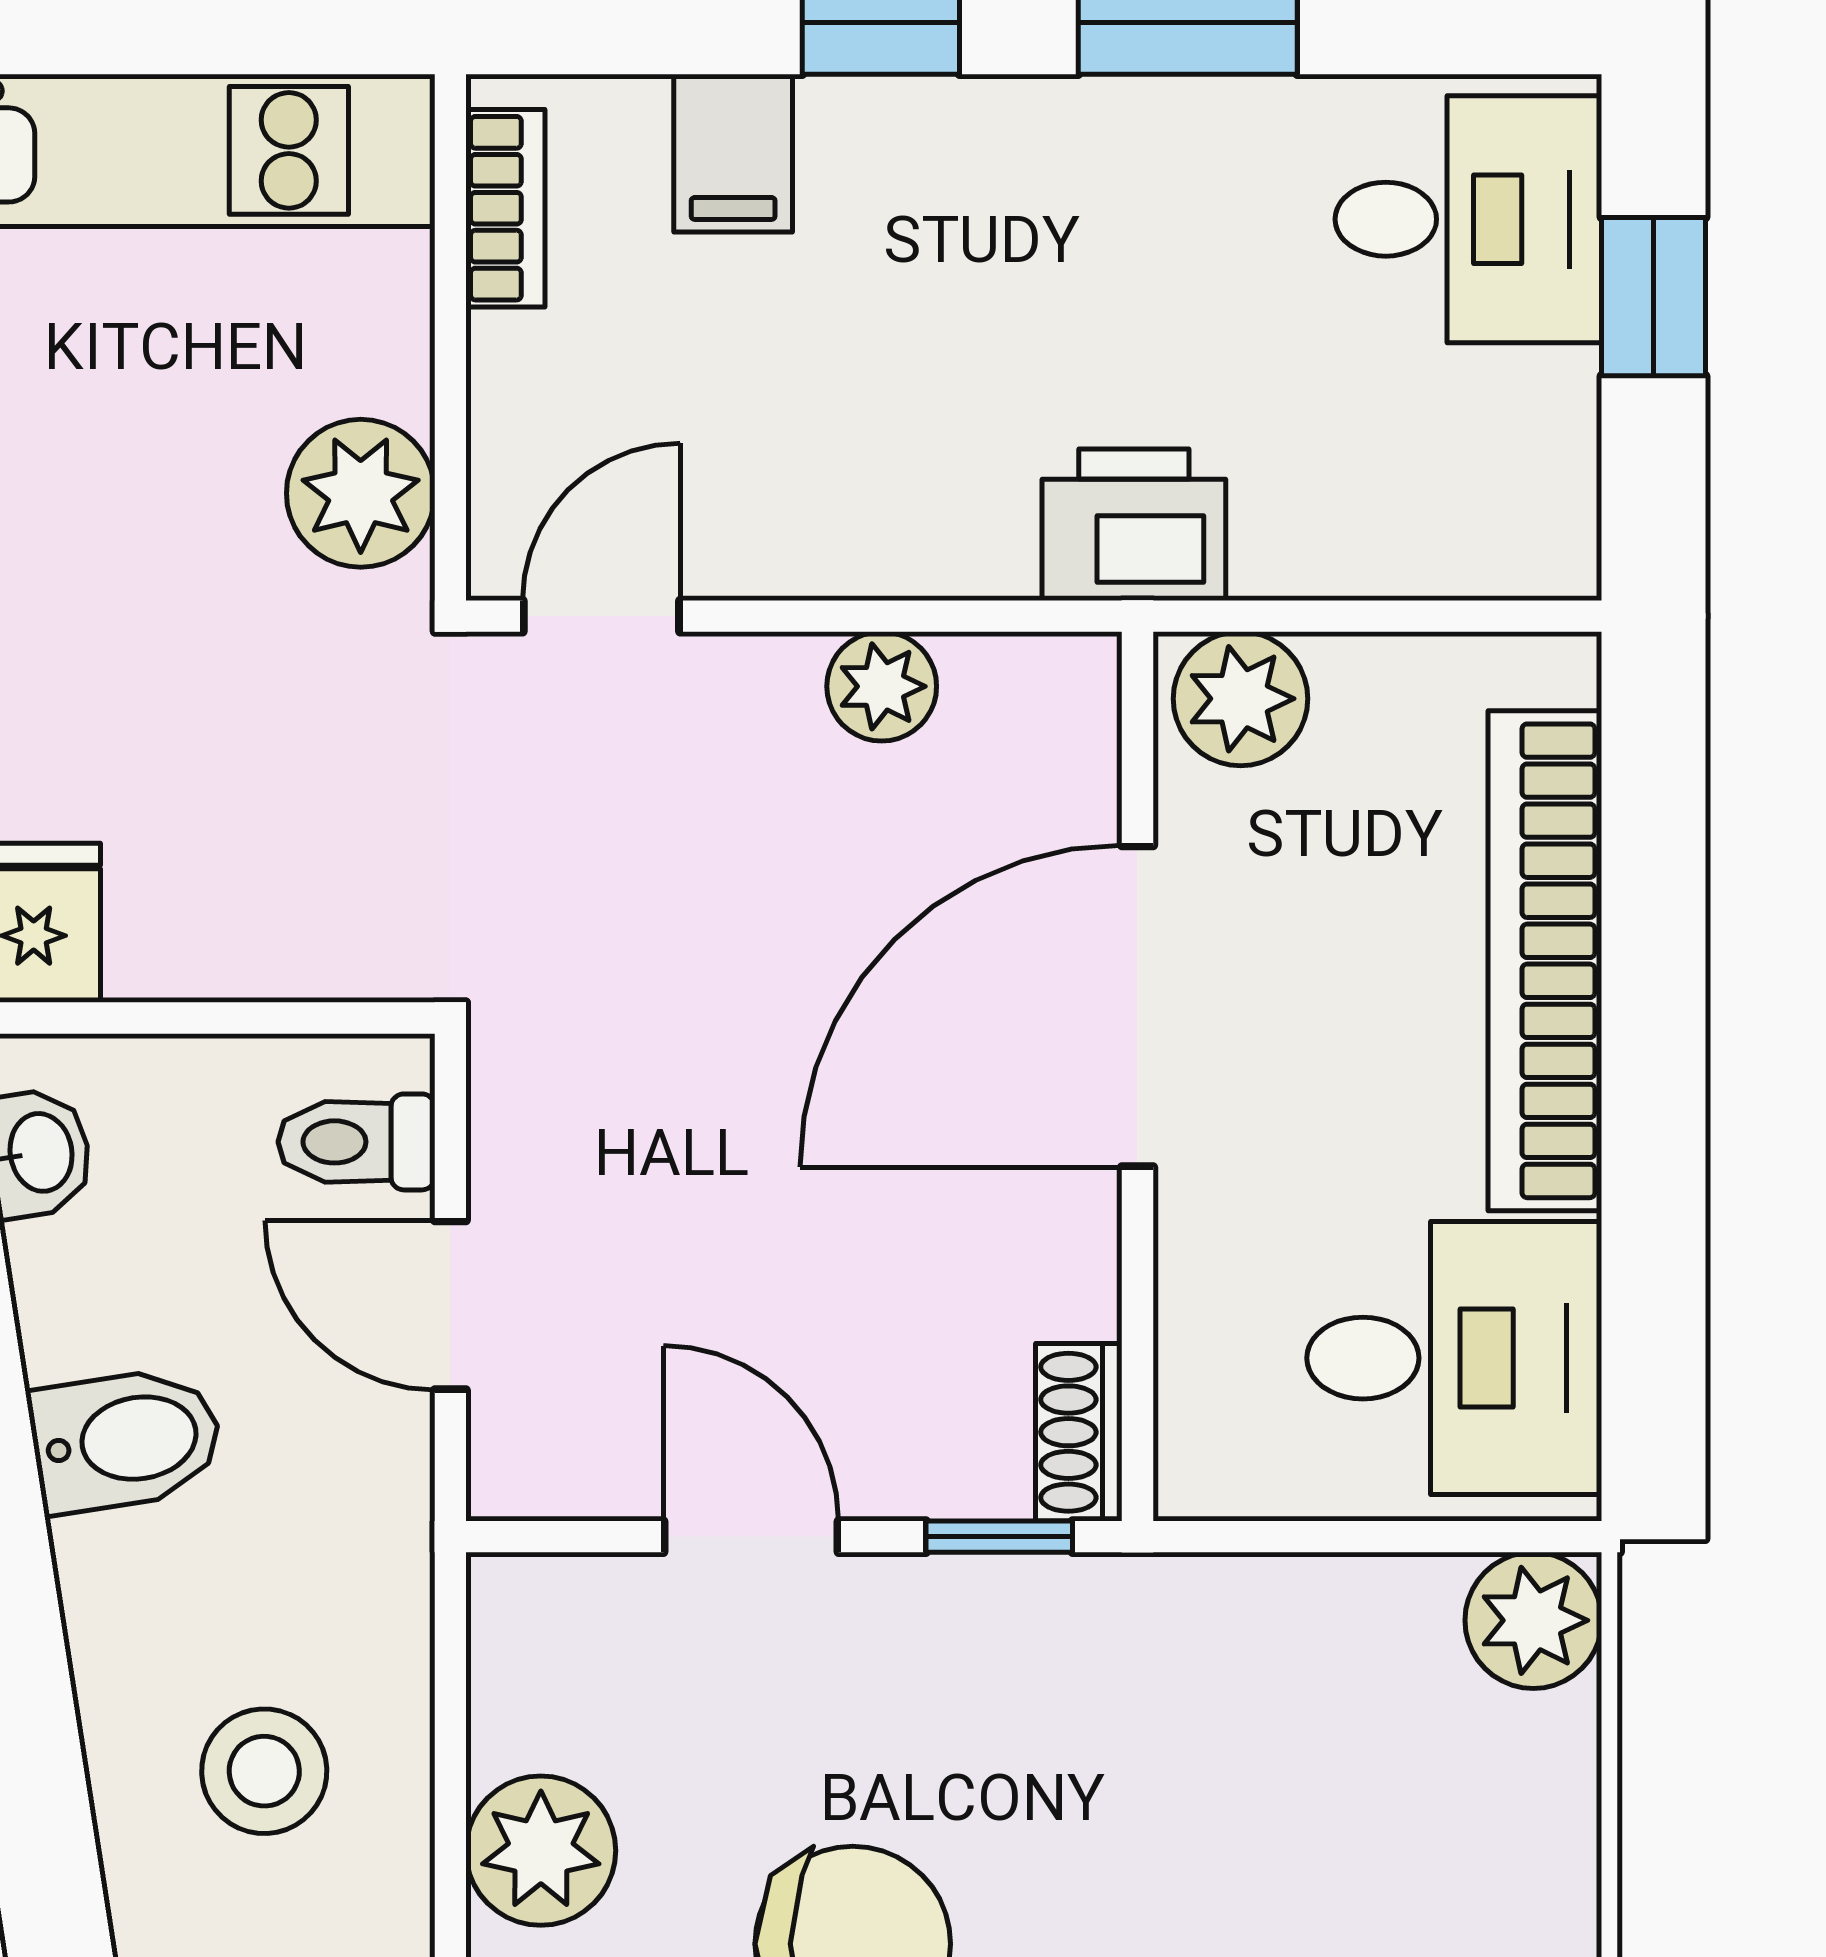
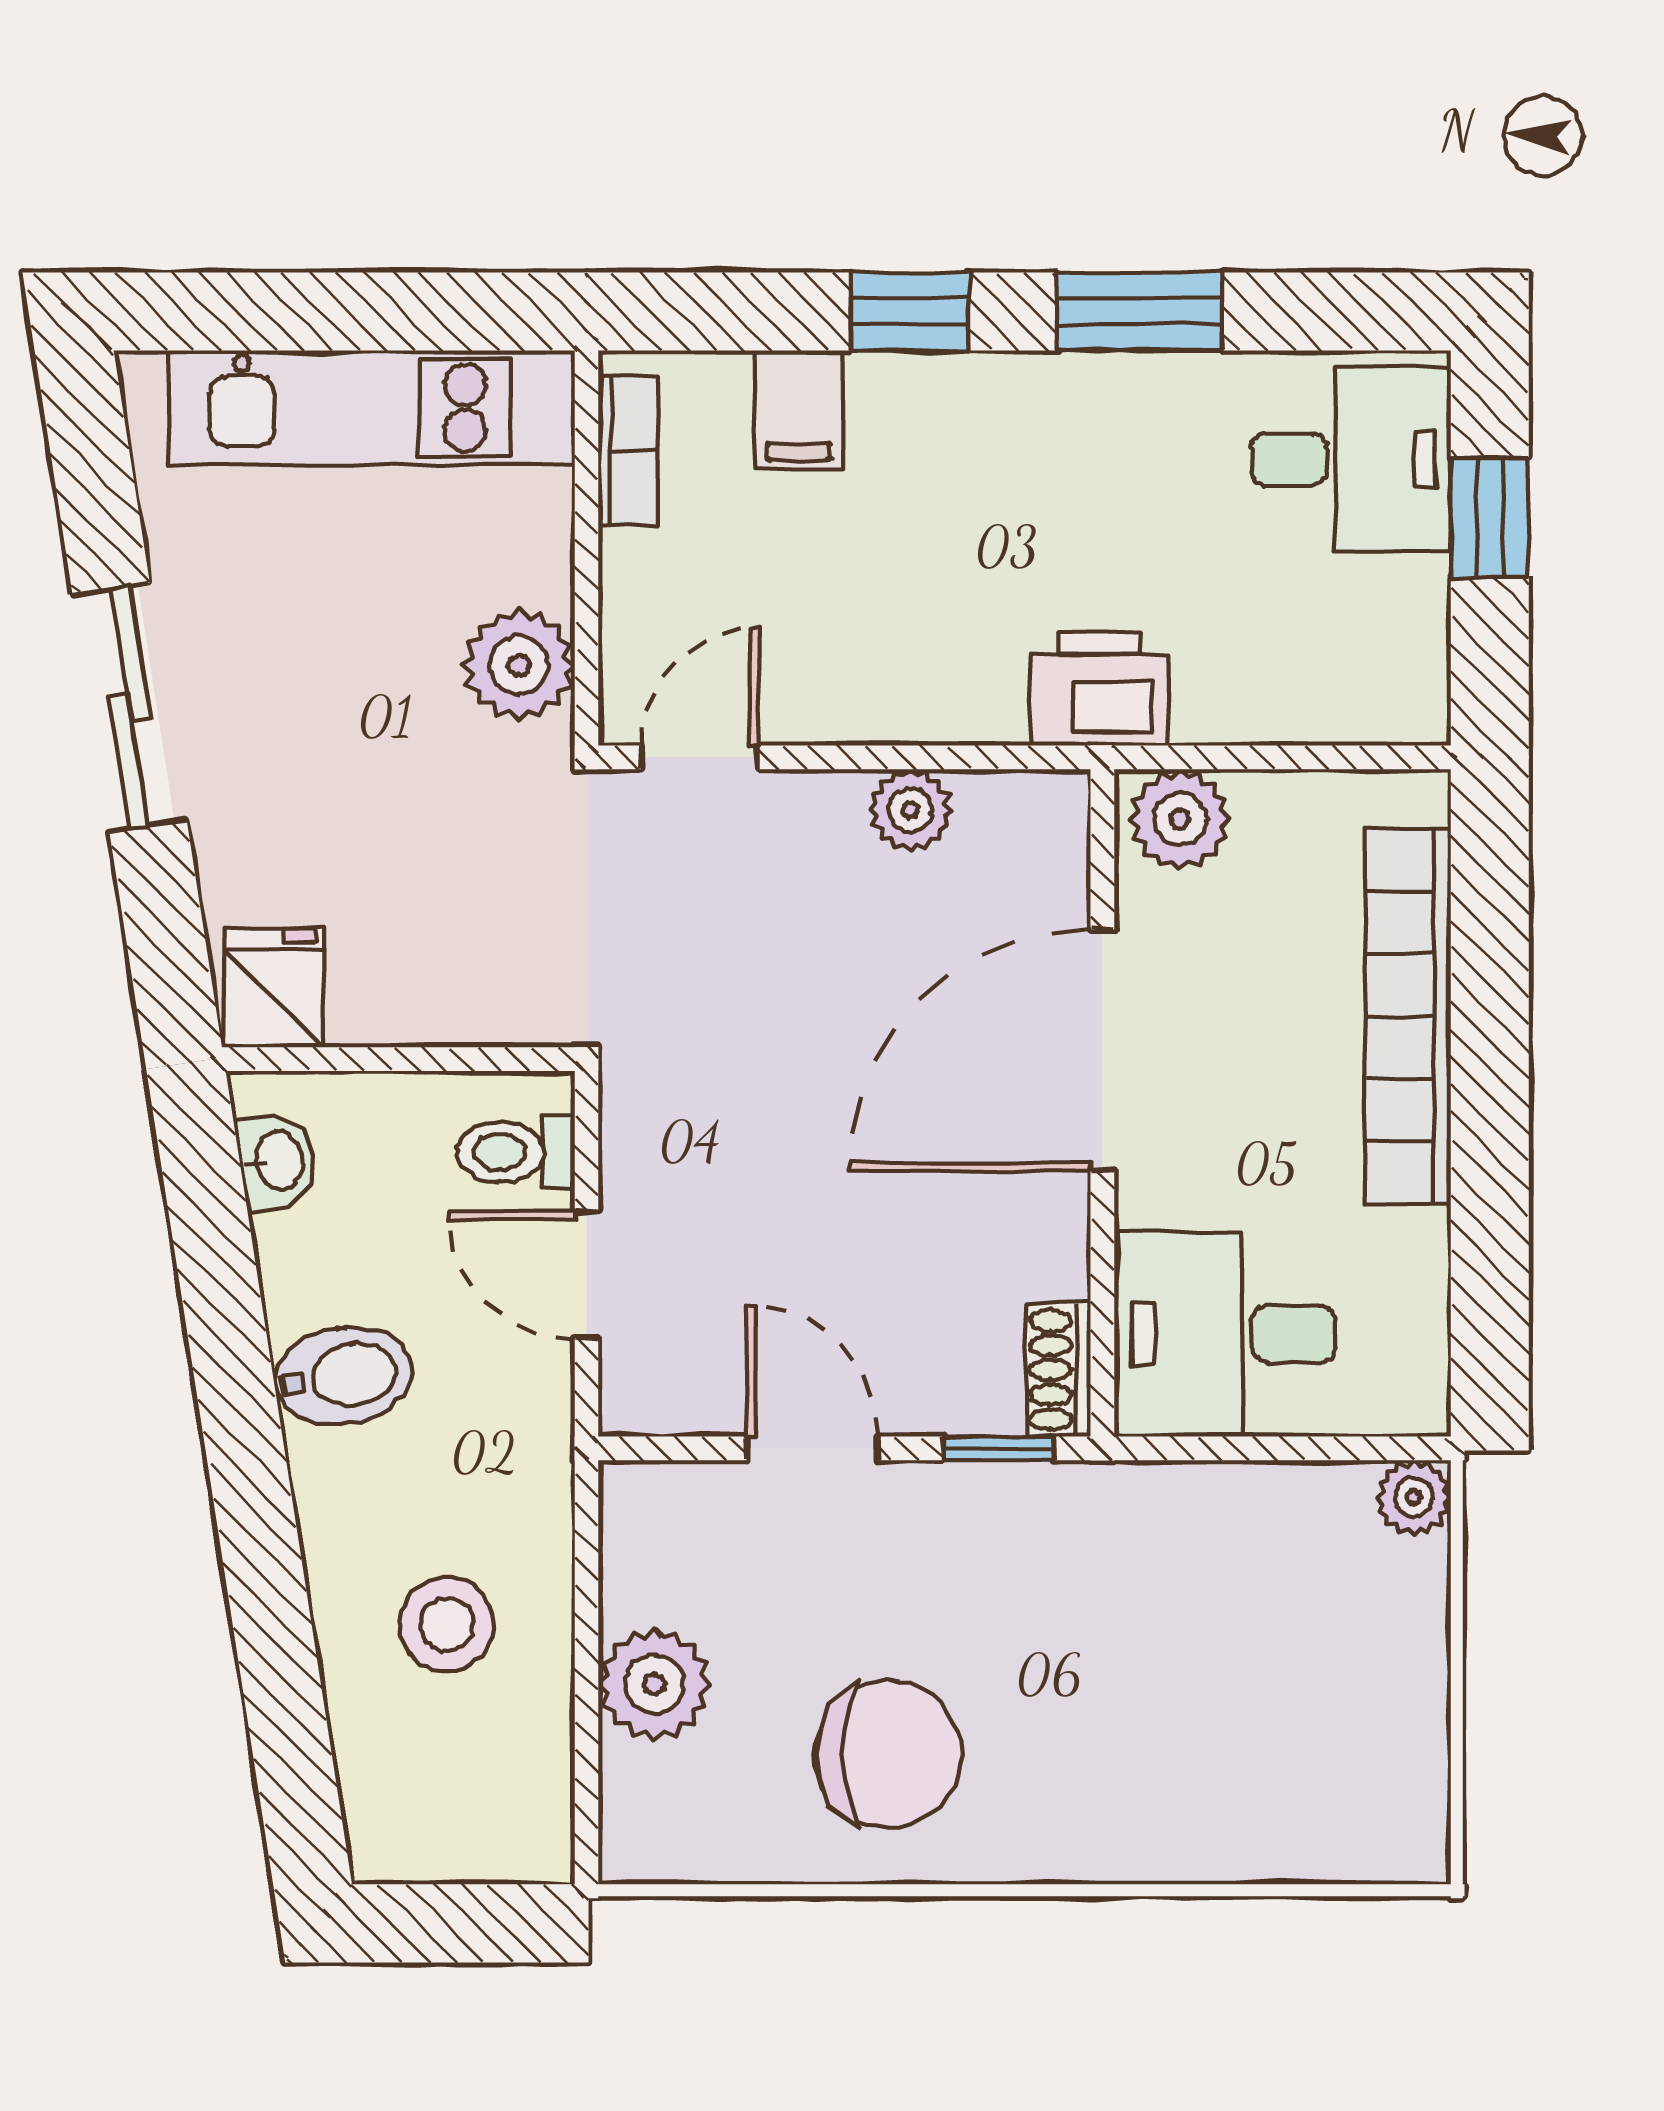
desk: (1454, 1358) -> (1225, 1334), moved, turned 180
plant: (1533, 1620) -> (1414, 1497), width x0.73, depth x0.73

